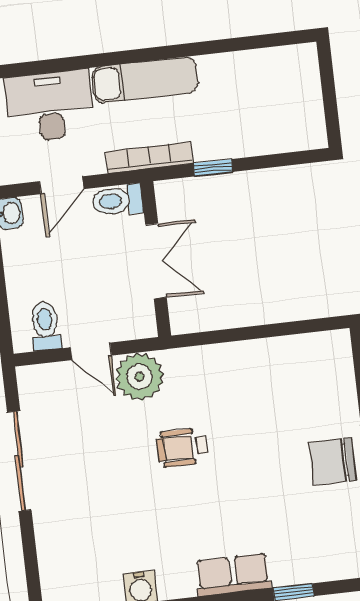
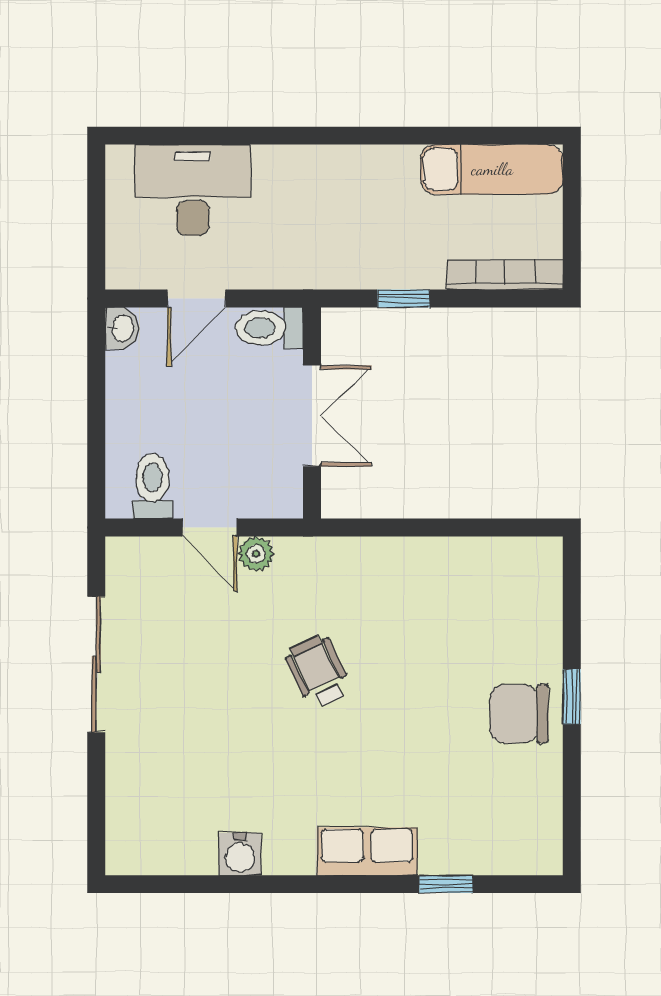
exam couch: (145, 80) -> (492, 169), moved
bookcase: (149, 158) -> (505, 275), moved
plant: (139, 377) -> (256, 554), width x0.53, depth x0.53
wheelchair: (182, 447) -> (318, 672), turned 64

